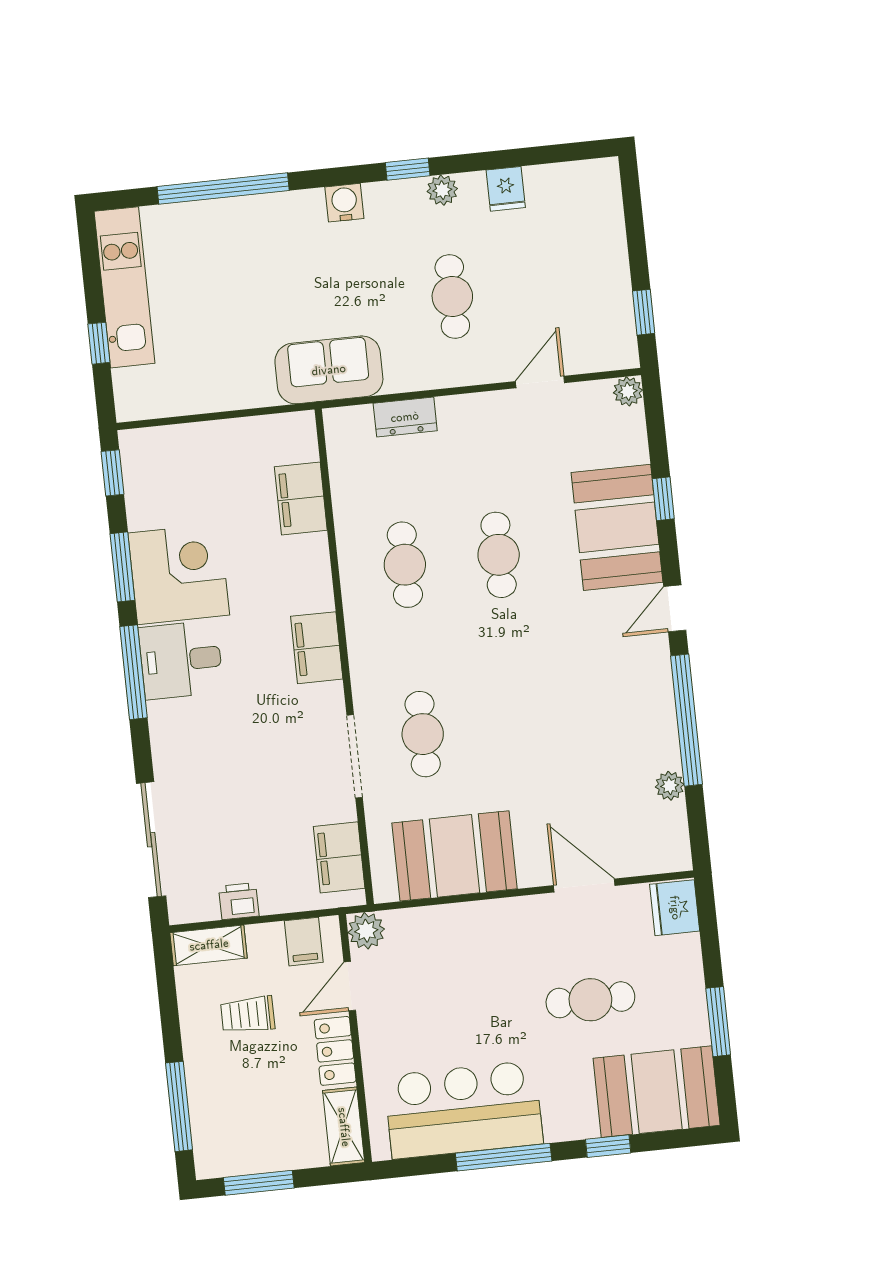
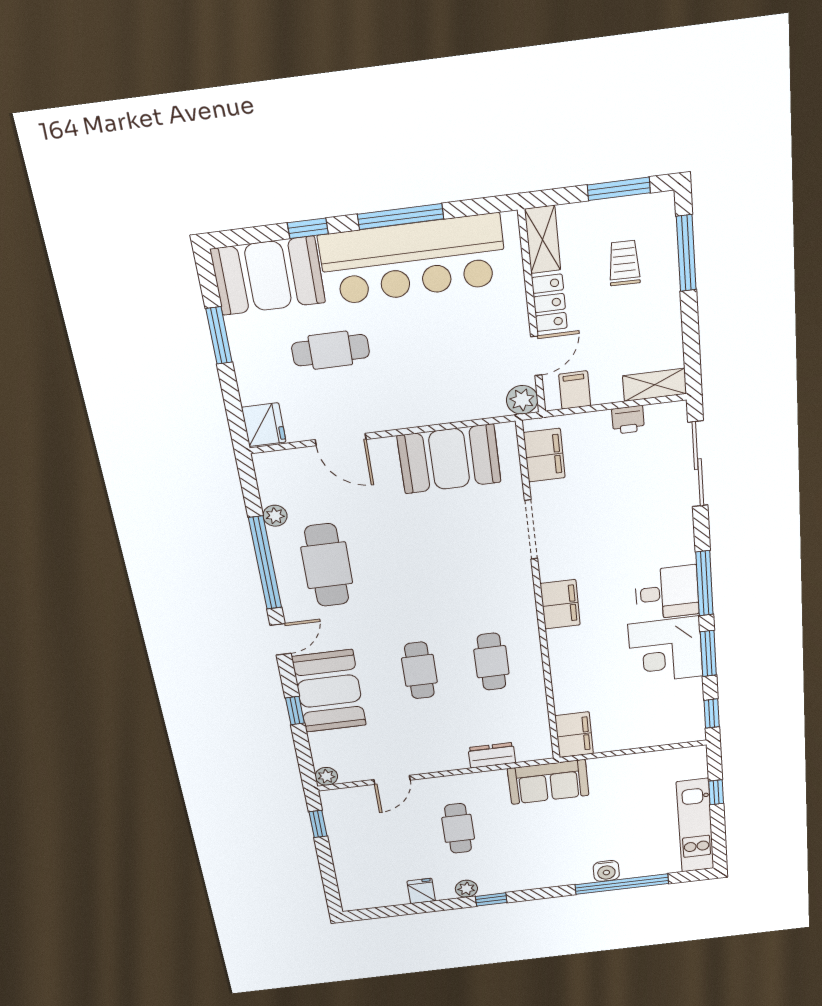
water cooler: (344, 203) -> (606, 871), moved
filing cabinet: (301, 499) -> (574, 735), moved
cafe table: (423, 734) -> (327, 565), moved, width x1.37, depth x1.35
trolley: (248, 1015) -> (624, 263), moved, turned -89
bar counter: (464, 1110) -> (413, 259), width x1.36

